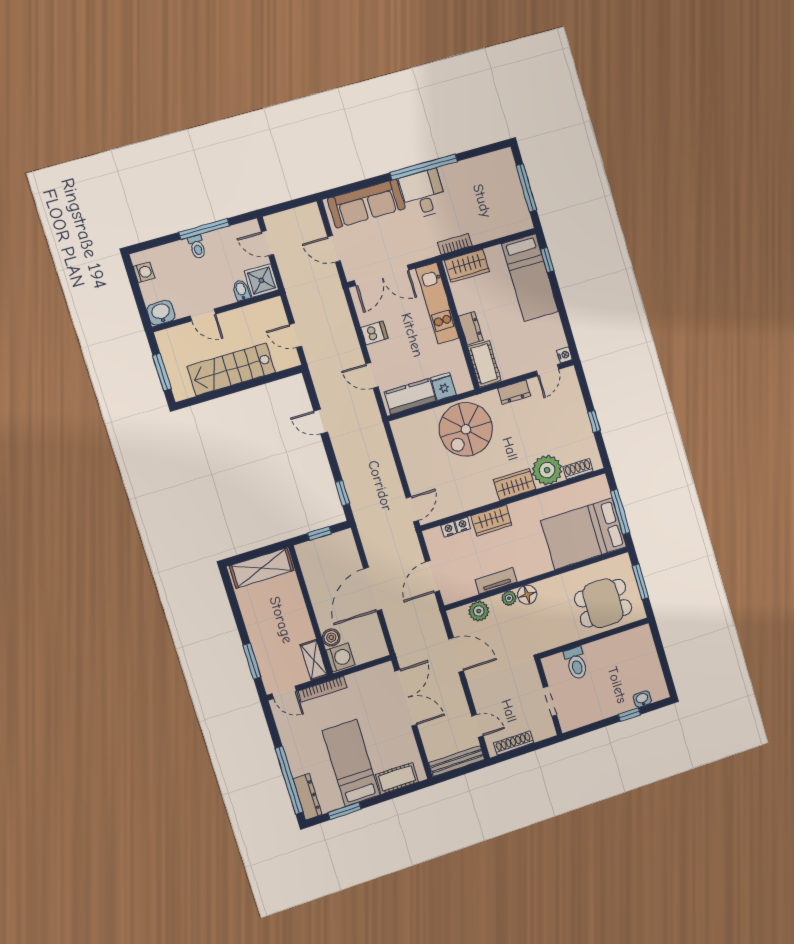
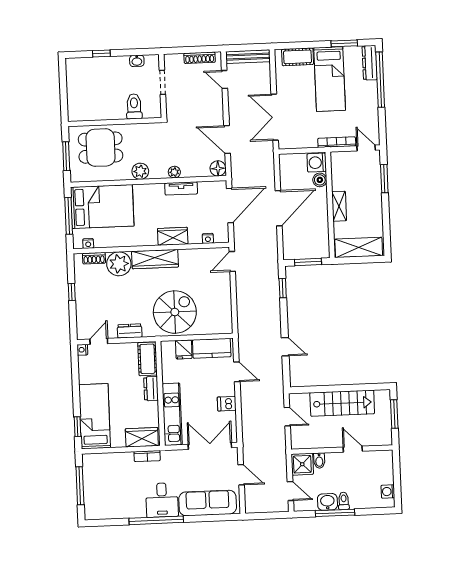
washbasin: (161, 313) -> (327, 502), moved, turned 180
wardrobe: (515, 484) -> (155, 259), width x1.50
nightstand: (463, 525) -> (88, 243), moved
window: (319, 533) -> (308, 262), width x1.50
door: (432, 576) -> (230, 205), width x1.36
floor lamp: (527, 595) -> (218, 168), moved
plant: (479, 611) -> (140, 171), moved
shelving: (314, 660) -> (339, 206), moved
washbasin: (642, 699) -> (137, 61), moved

